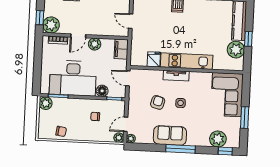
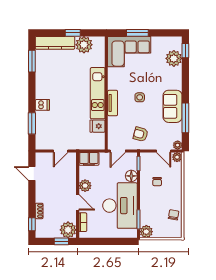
armchair: (158, 102) -> (141, 134), moved
window: (245, 118) -> (137, 33), moved
window: (180, 149) -> (185, 118), moved

